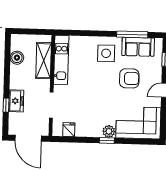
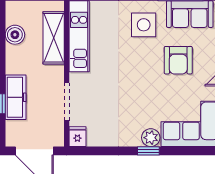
armchair: (129, 78) -> (178, 60), turned 90
freezer: (16, 101) -> (16, 97), width x1.40
fridge: (69, 130) -> (77, 137), moved

